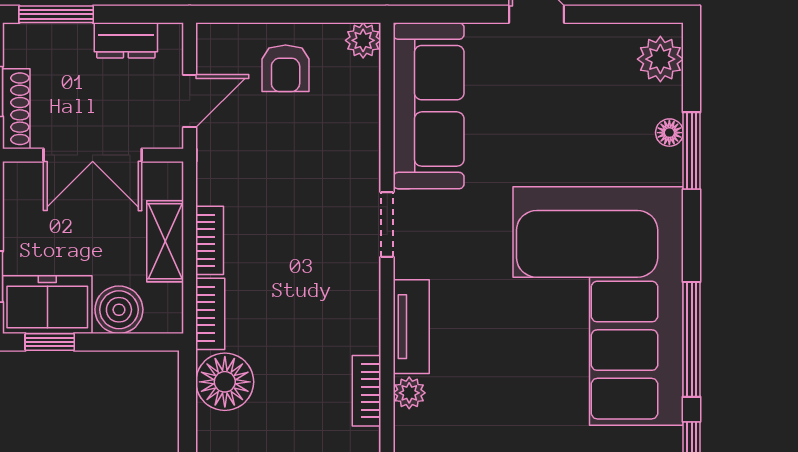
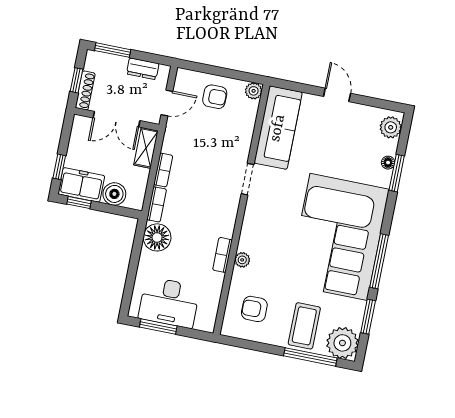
armchair: (286, 68) -> (215, 97), turned -90
shelving: (165, 241) -> (146, 148), moved
tv unit: (411, 327) -> (249, 229), removed

